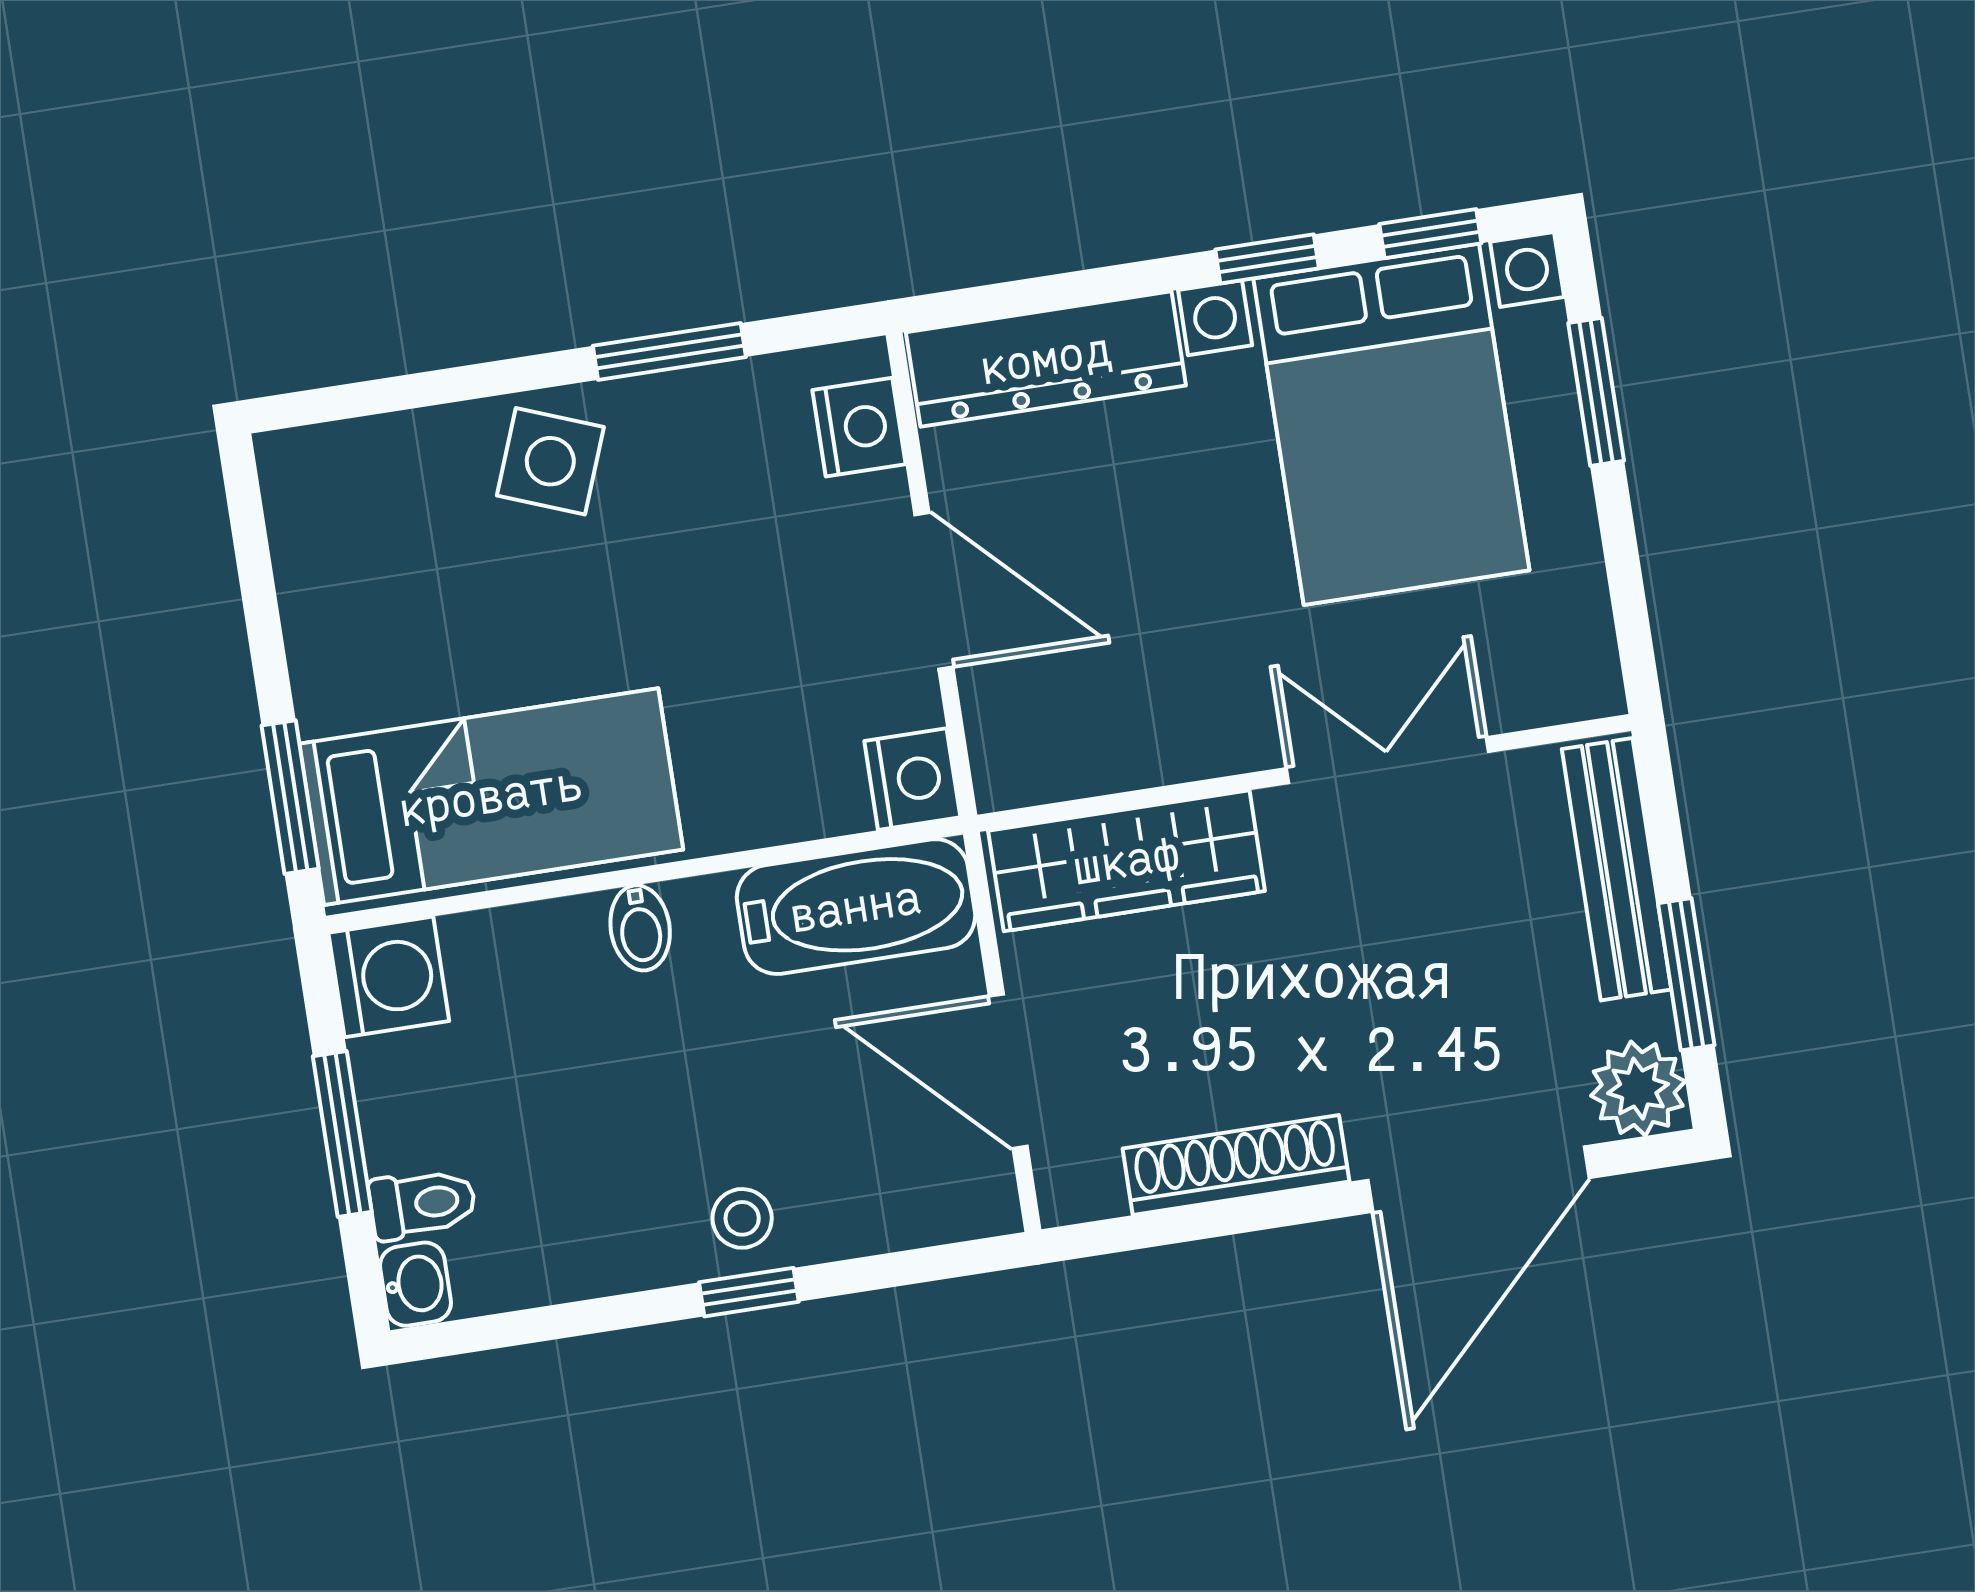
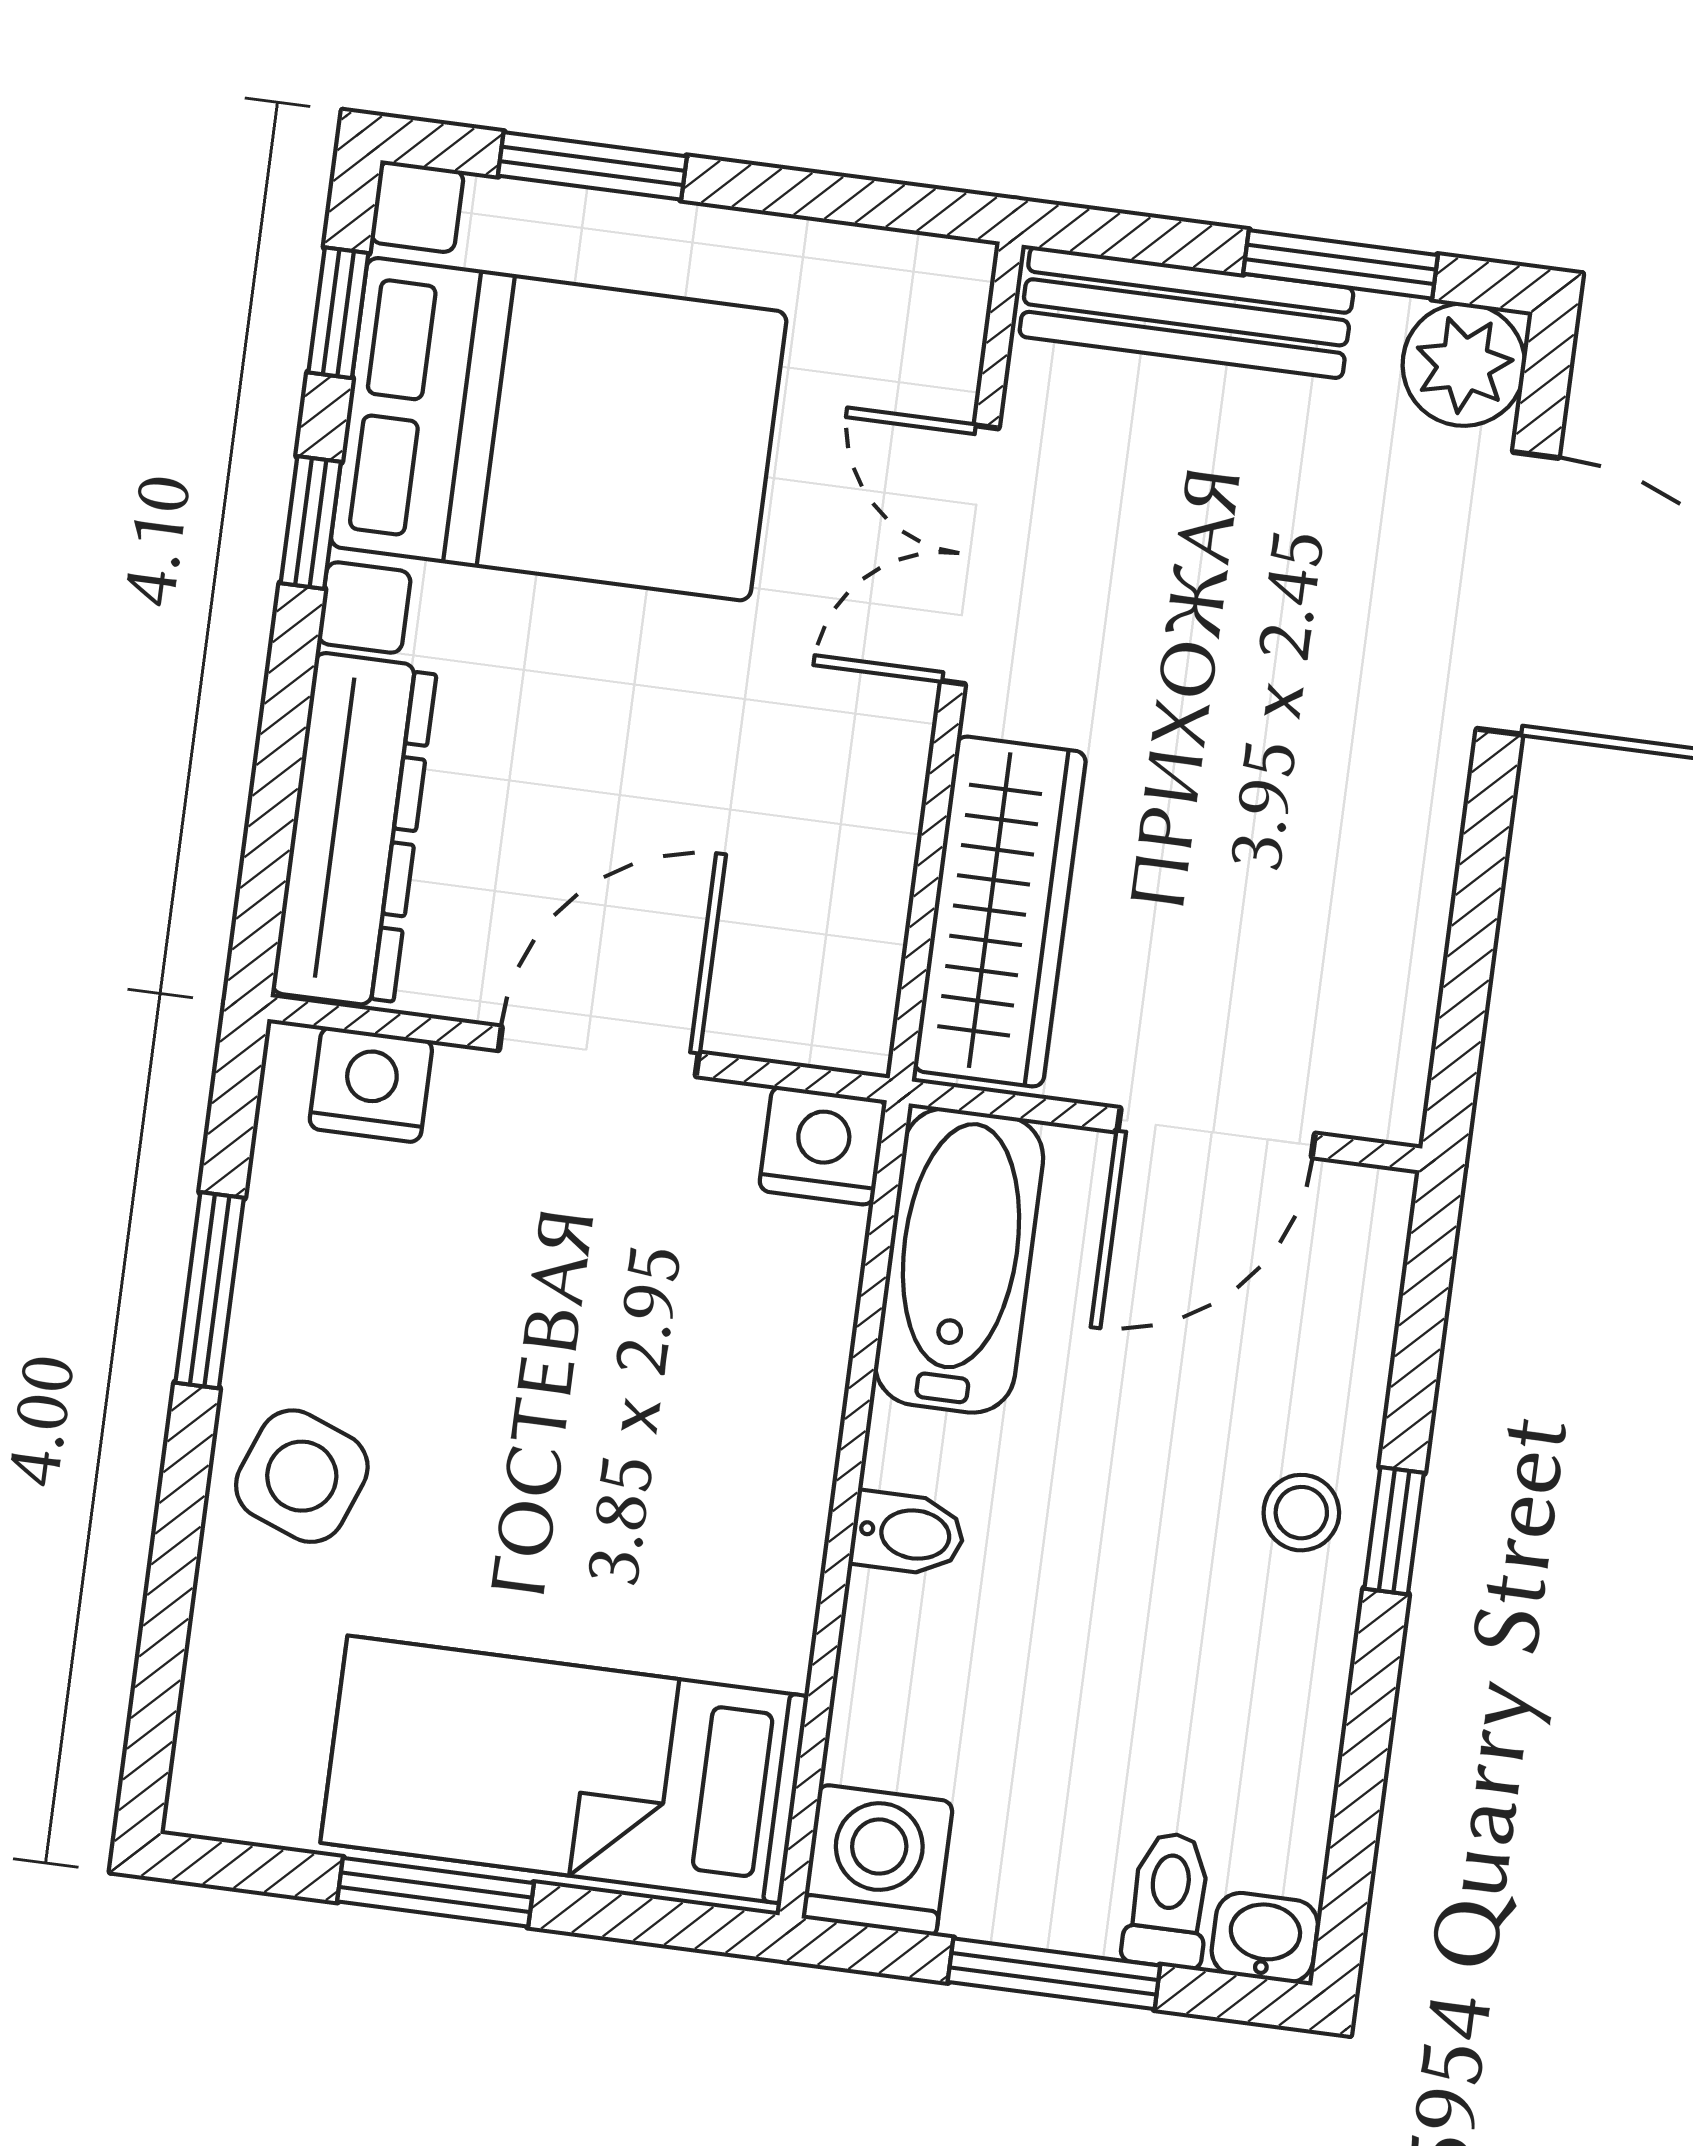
window: (290, 797) -> (435, 1892), moved
bed: (491, 797) -> (564, 1769), moved, turned -90
shoe rack: (1236, 1165) -> (1413, 886), removed

